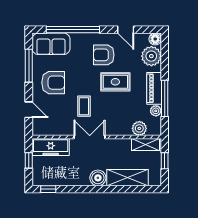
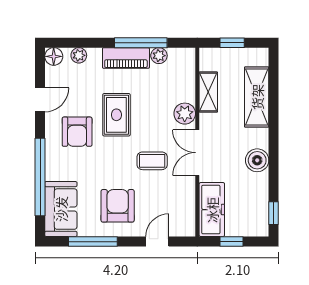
plant: (151, 56) -> (79, 55), width x0.53, depth x0.53
plant: (139, 128) -> (185, 114), moved
shelving: (146, 145) -> (208, 92), moved
boiler: (98, 178) -> (257, 160), moved

